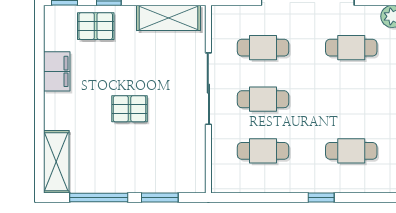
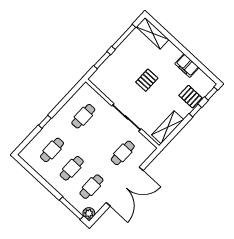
pallet: (96, 26) -> (190, 97), turned 90
cafe table: (263, 99) -> (72, 168), moved

